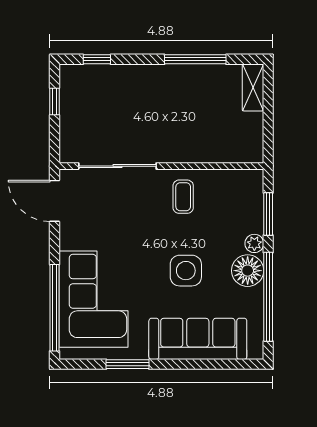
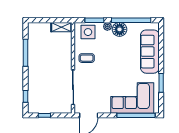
shelving: (253, 87) -> (61, 27), moved
side table: (186, 271) -> (88, 32), moved

